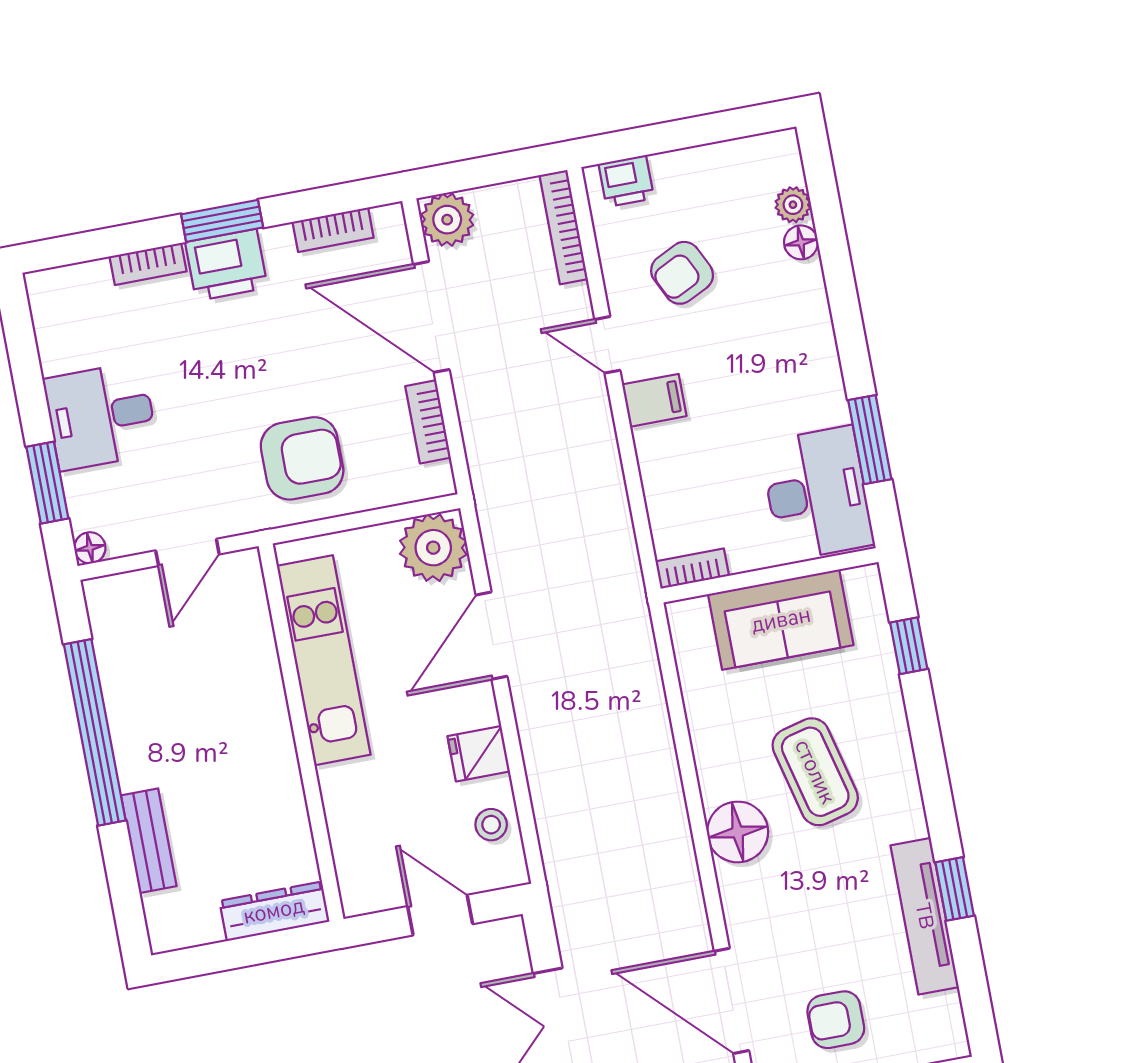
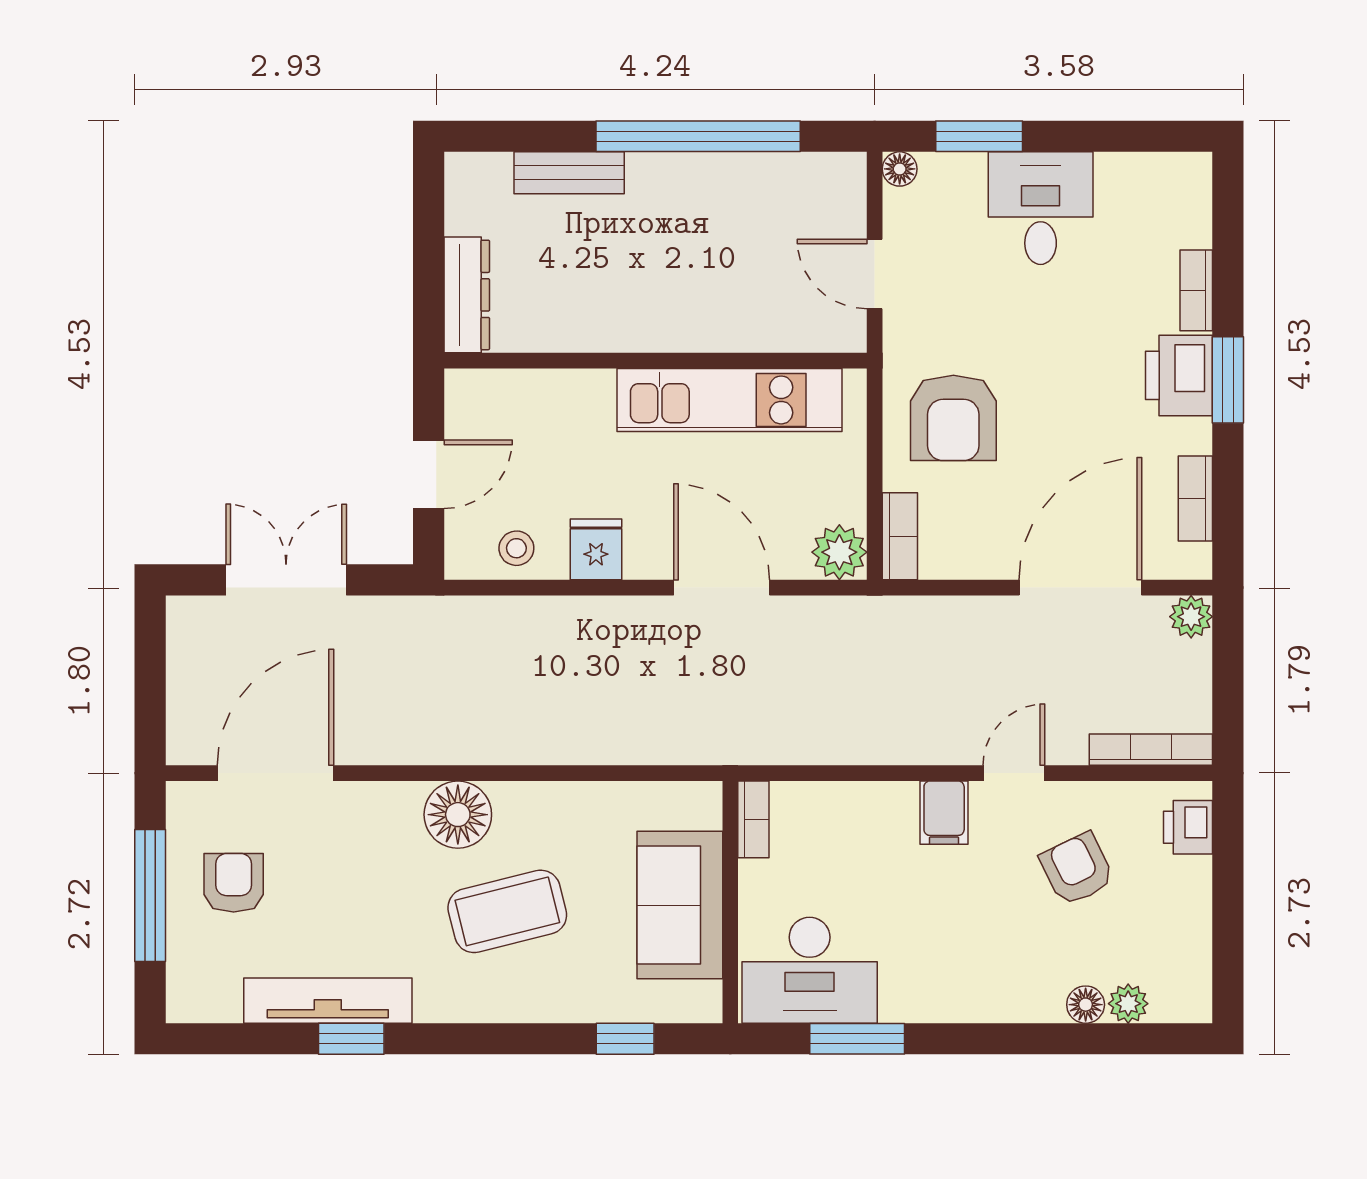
plant: (447, 220) -> (1191, 617), width x0.73, depth x0.73
bookcase: (428, 422) -> (900, 536), moved, turned 90
plant: (433, 548) -> (839, 552), width x0.73, depth x0.73

